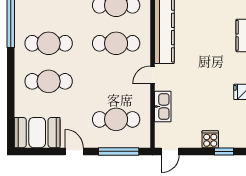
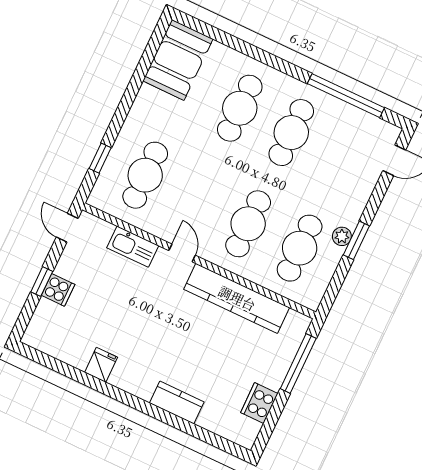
door: (74, 151) -> (129, 98), removed
window: (119, 151) -> (100, 158), width x0.46
window: (224, 151) -> (42, 282), moved

